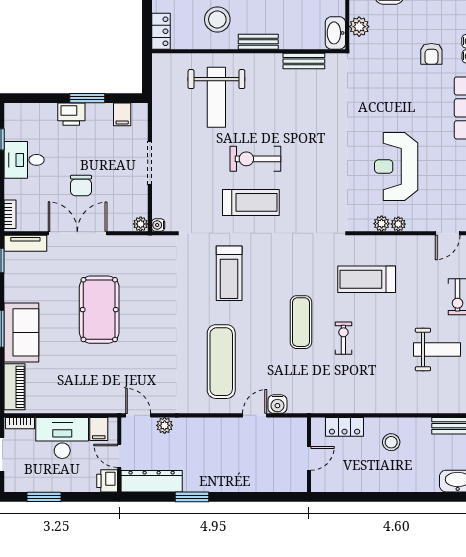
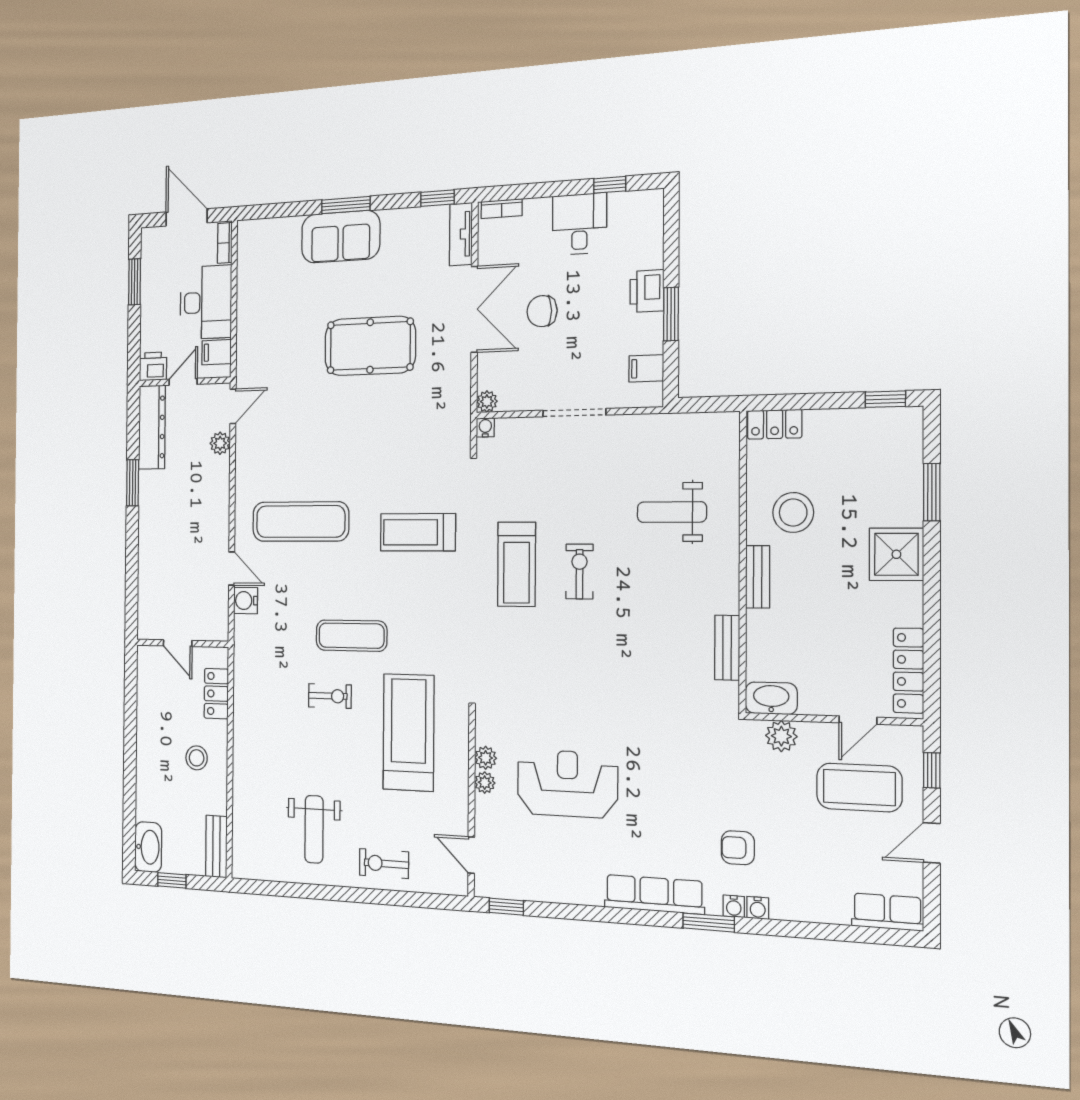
weight bench: (216, 97) -> (672, 512), width x0.73, depth x0.75
exercise bike: (255, 159) -> (579, 572), width x0.73, depth x0.72
treadmill: (367, 279) -> (408, 732), width x1.37, depth x1.38
piano: (15, 387) -> (270, 232), removed

